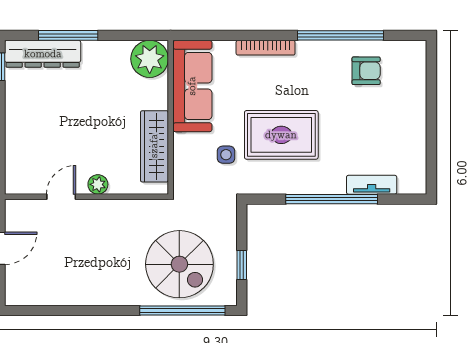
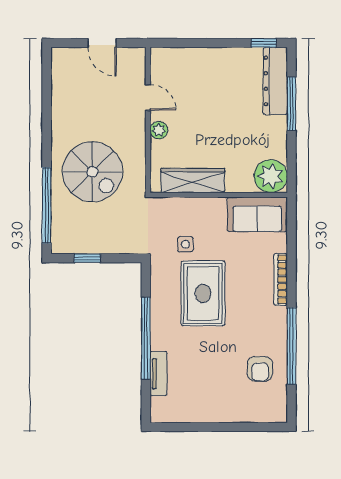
sofa: (192, 86) -> (257, 214), width x0.73
spiral stairs: (179, 264) -> (92, 172), moved, turned -90

